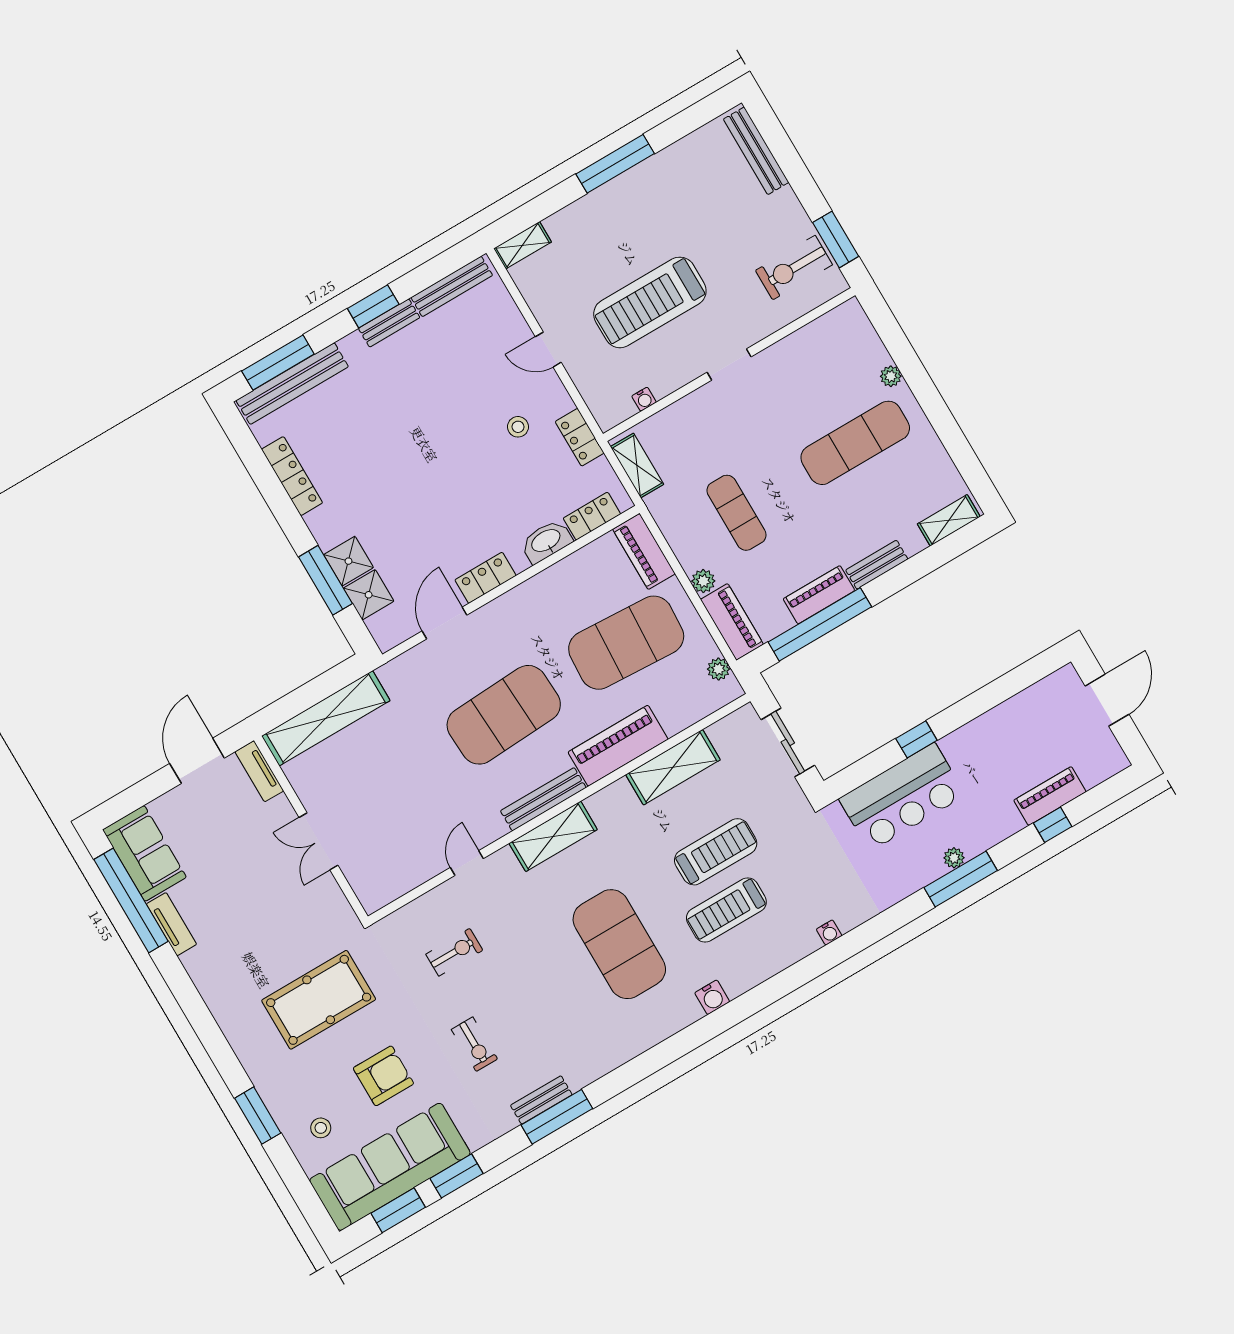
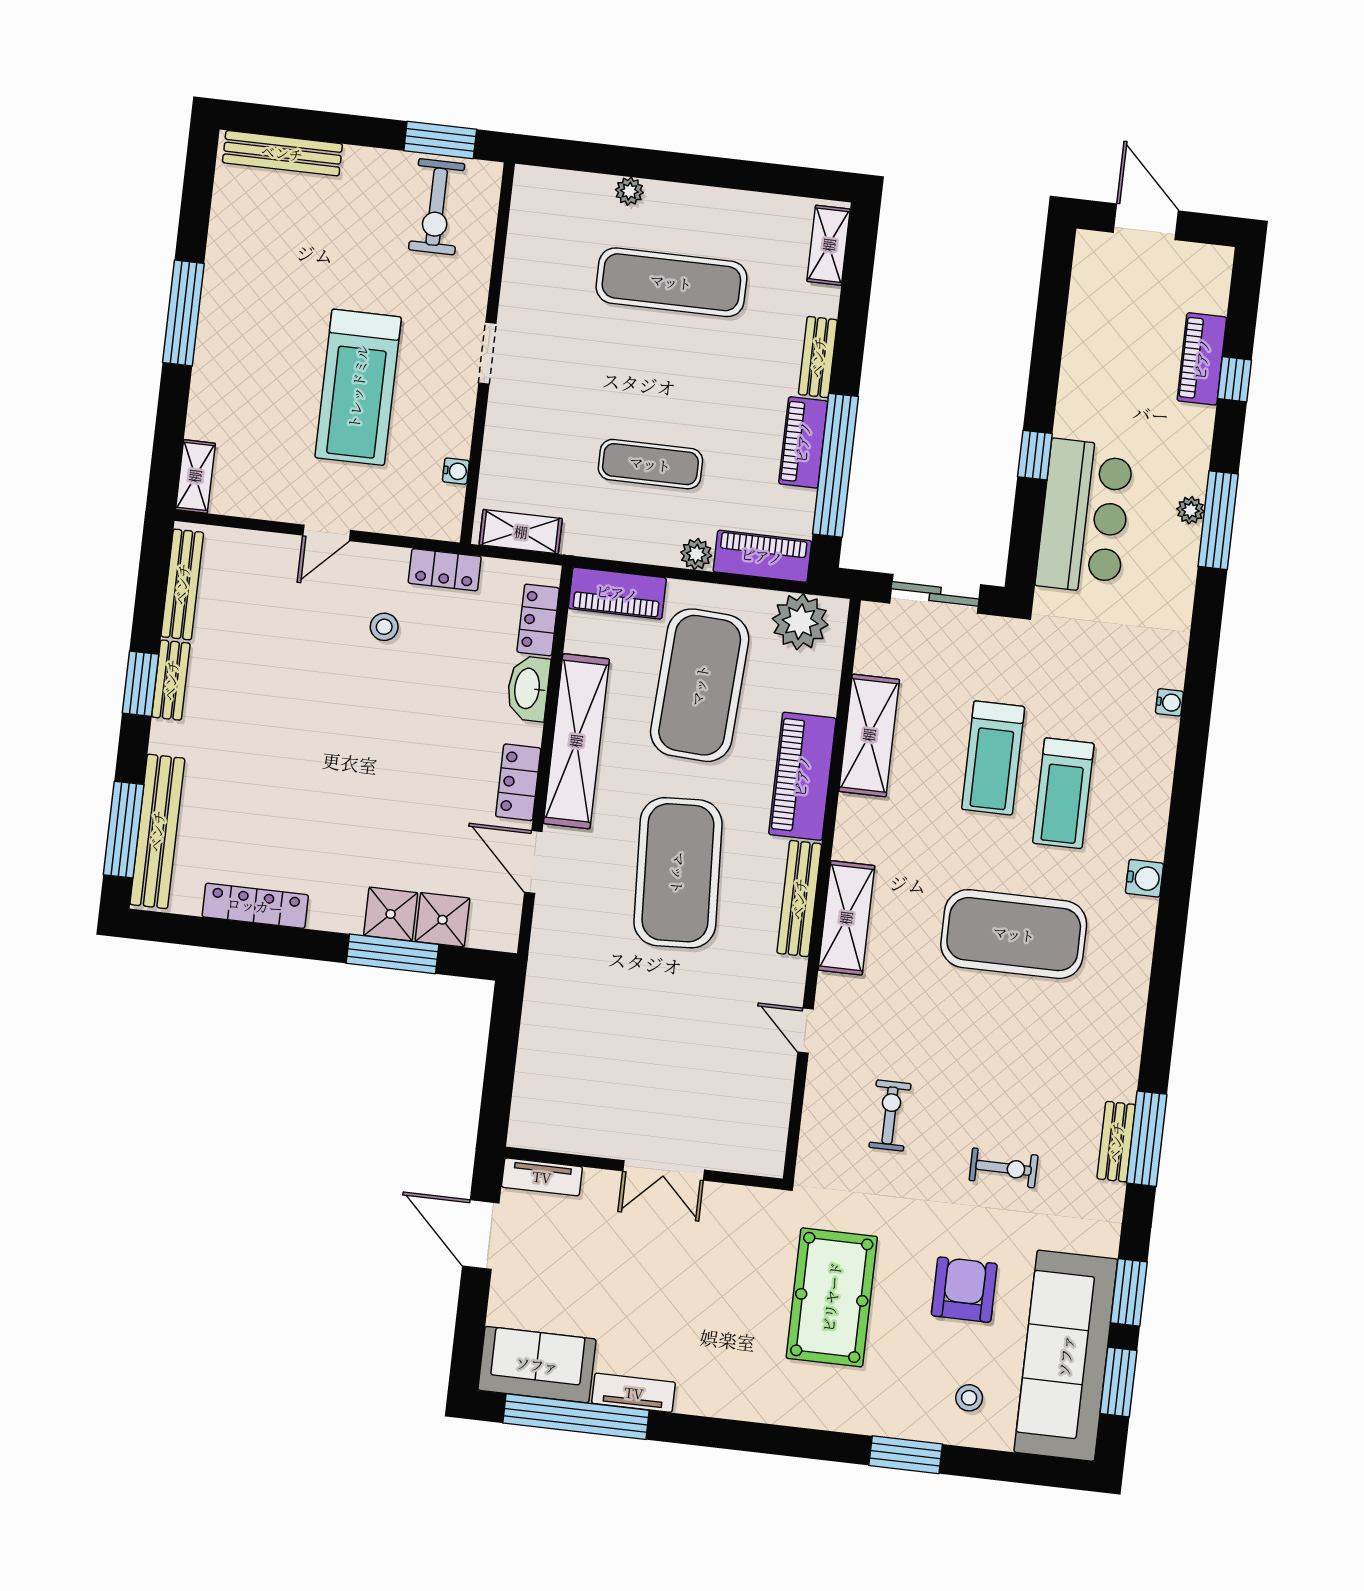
exercise mat: (855, 443) -> (671, 282), turned 90
plant: (718, 669) -> (800, 622), width x1.88, depth x1.88
shelving: (326, 718) -> (576, 741), moved
treadmill: (716, 852) -> (993, 758), turned 180

